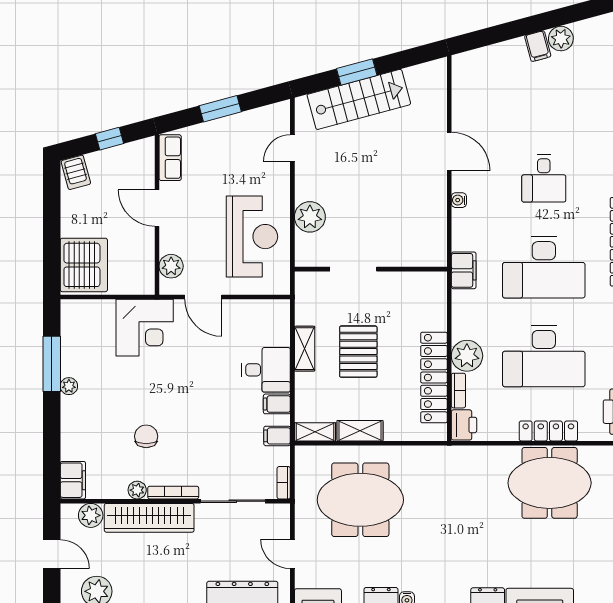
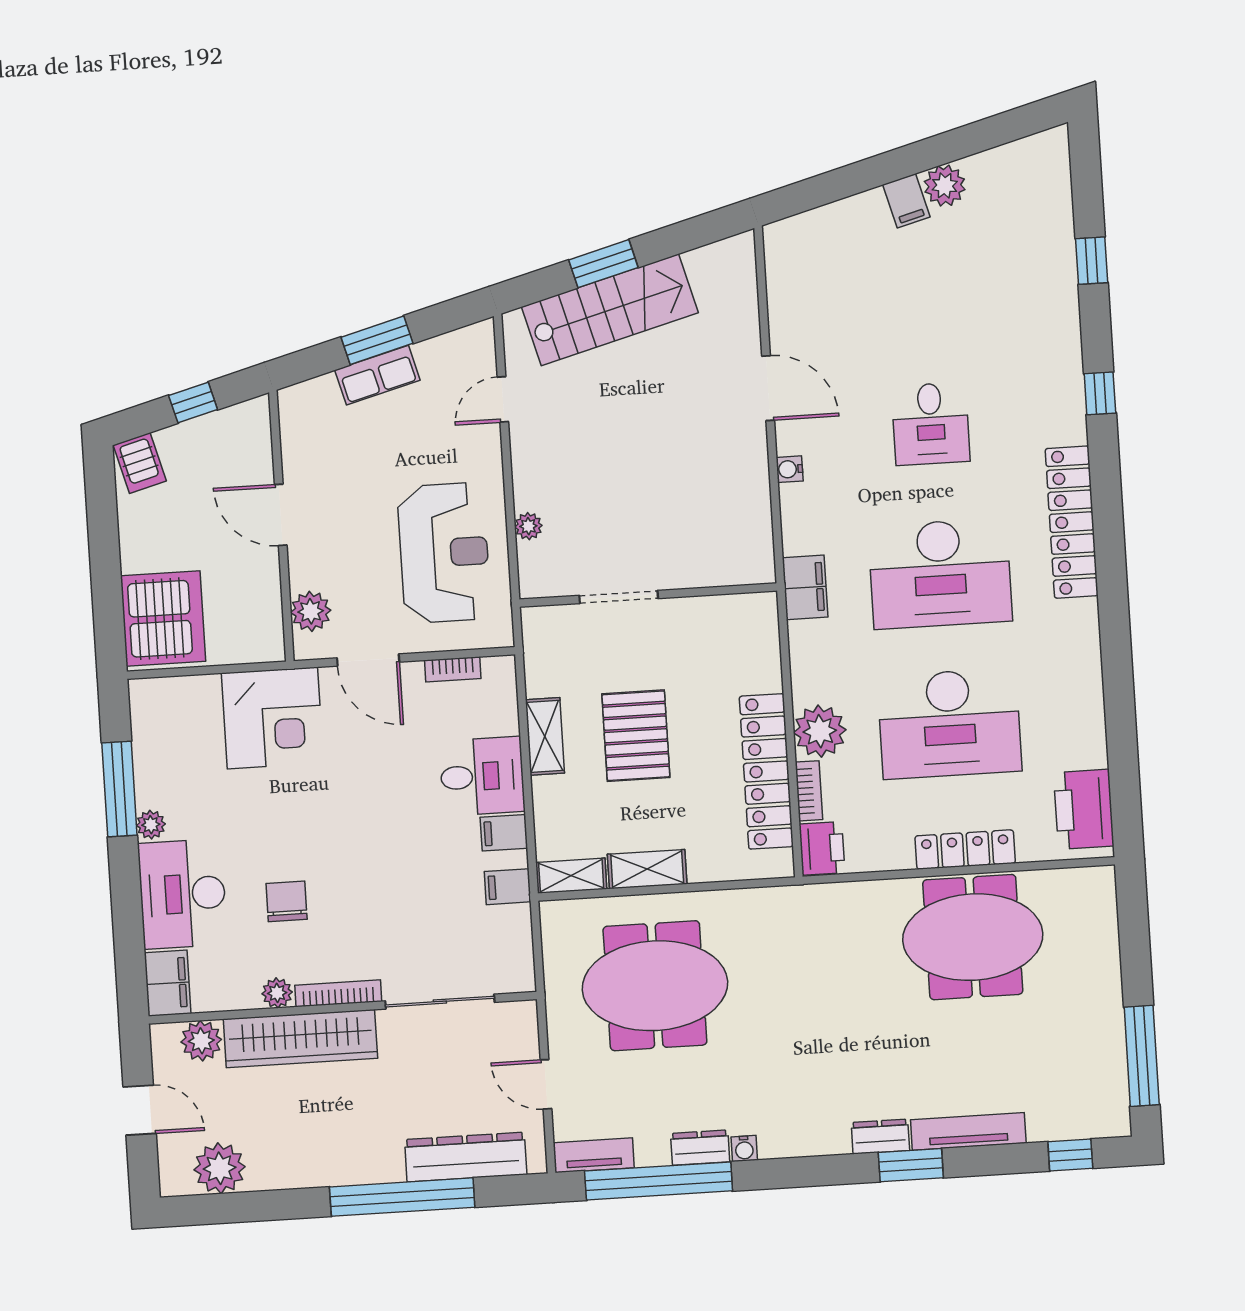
row of seats: (170, 158) -> (377, 375), moved, turned 75
plant: (310, 217) -> (528, 526), width x0.53, depth x0.53
desk: (85, 428) -> (183, 894), added
bookcase: (284, 483) -> (453, 669), moved, turned -90

